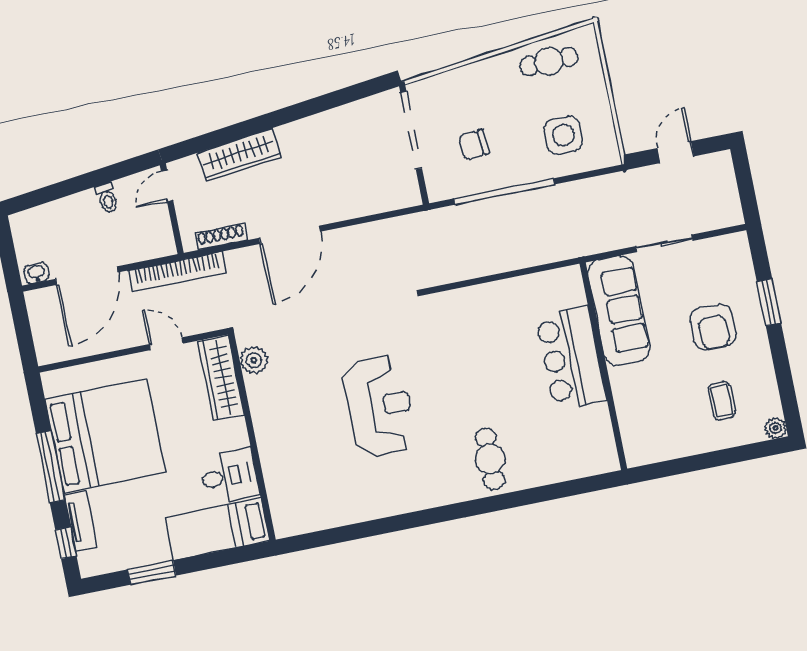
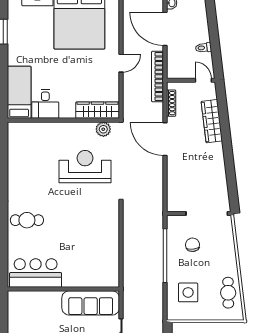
bar counter: (571, 358) -> (36, 273), moved
plant: (254, 360) -> (103, 129), moved
wardrobe: (221, 378) -> (98, 110), moved
reception desk: (379, 406) -> (85, 167), moved, turned 180
wall: (252, 437) -> (63, 120), moved
desk: (229, 476) -> (45, 104), moved
bed: (217, 529) -> (19, 92), moved

